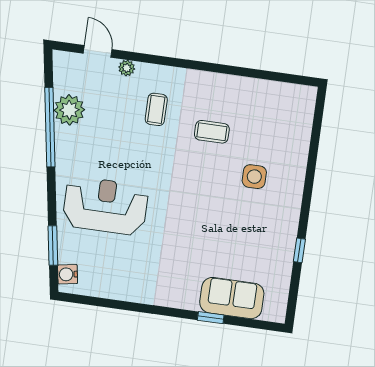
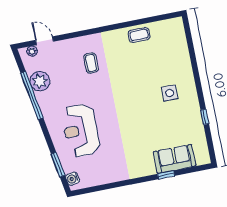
plant: (127, 68) -> (32, 51), moved
coffee table: (212, 132) -> (139, 35), moved
side table: (254, 177) -> (170, 93), moved
reception desk: (105, 206) -> (81, 130), turned -90

